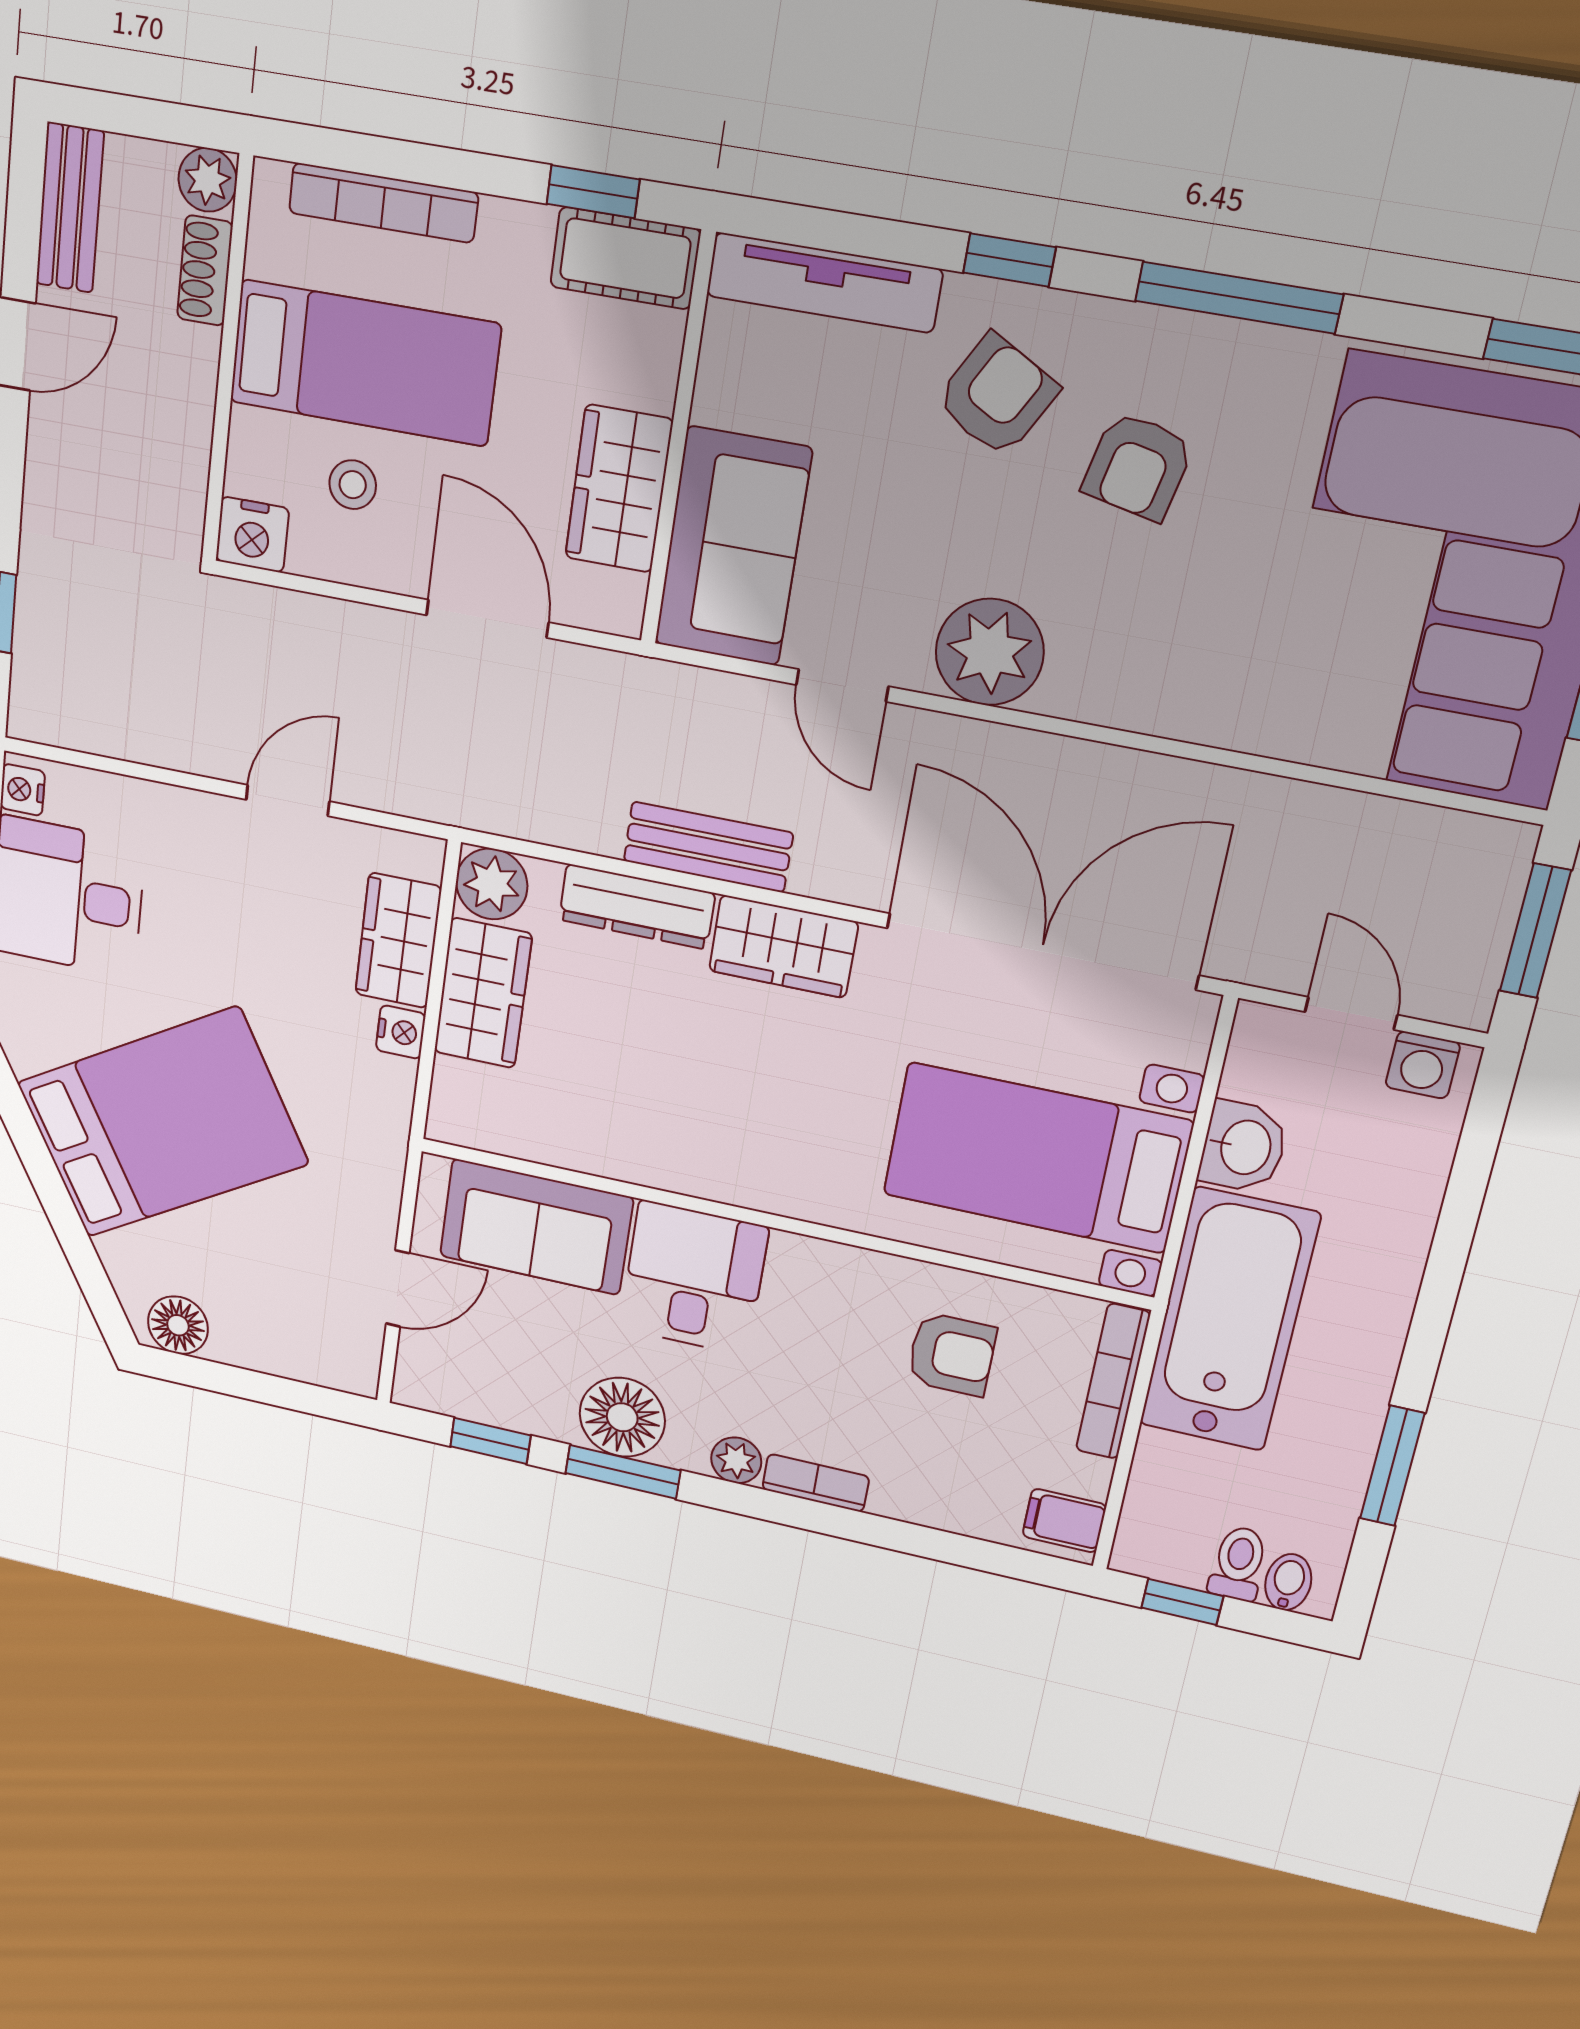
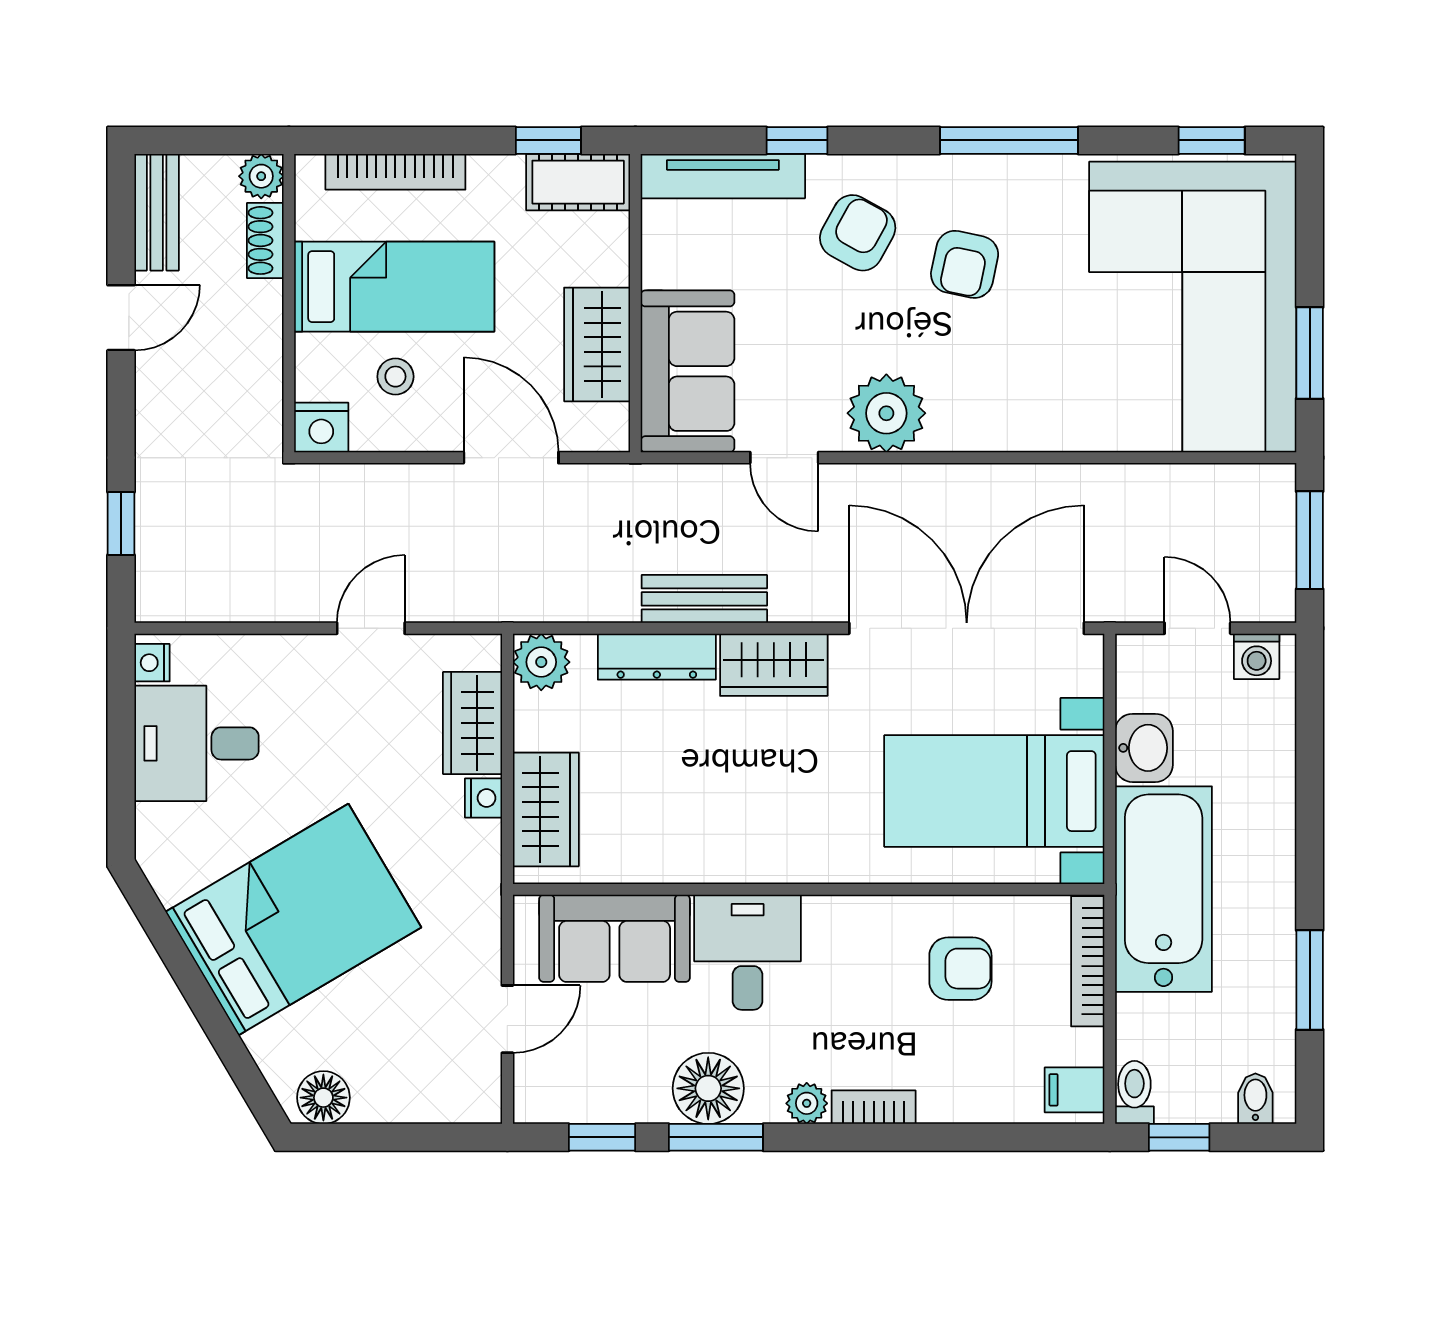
window: (1009, 260) -> (797, 140), moved
wardrobe: (483, 993) -> (546, 809), moved
toilet: (1238, 1563) -> (1134, 1092), moved

